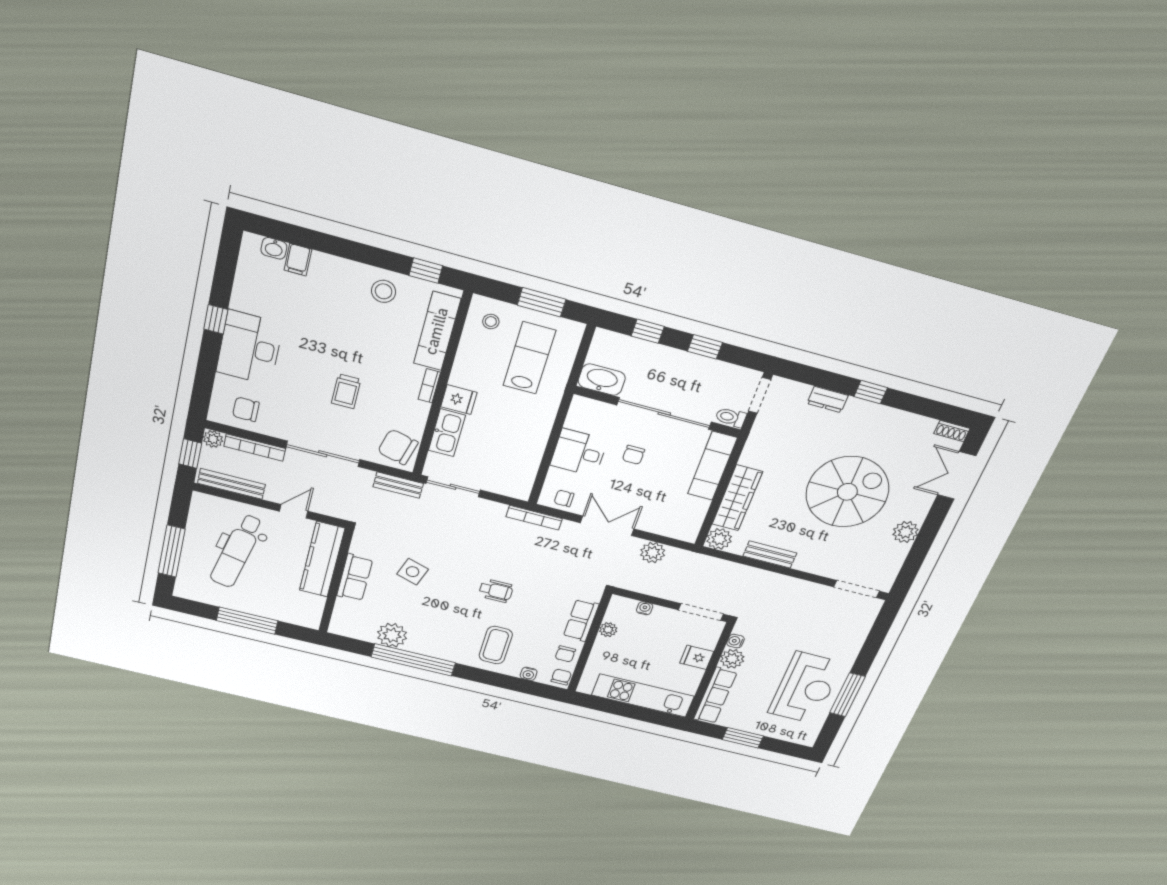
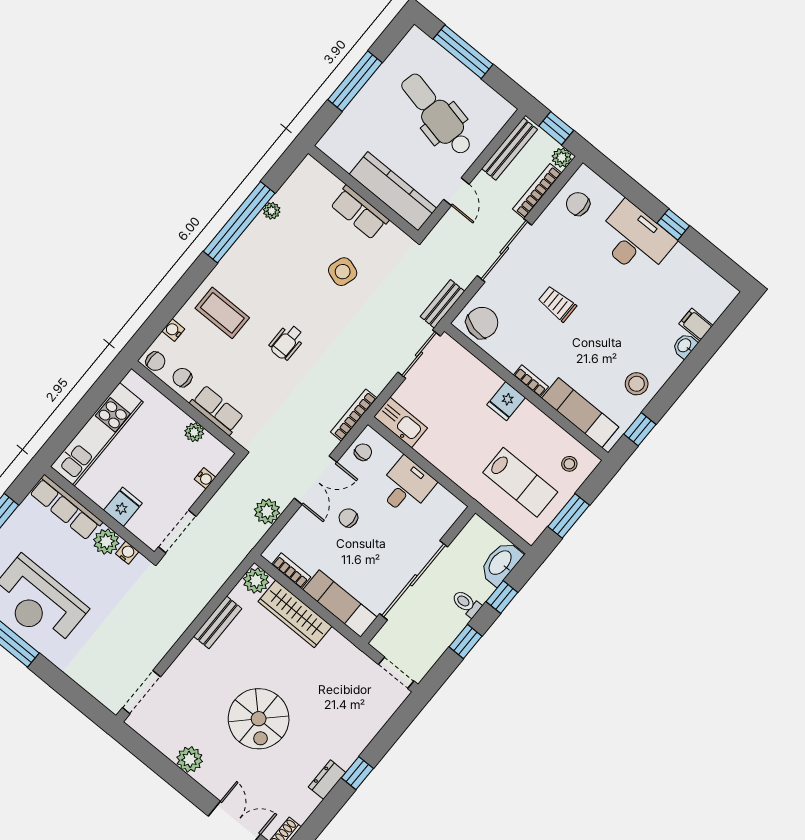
washbasin: (274, 248) -> (685, 346), moved
washbasin: (602, 380) -> (501, 563), moved, turned 180
dresser: (828, 399) -> (327, 780), moved
chair: (246, 409) -> (578, 204), turned -90
toilet: (731, 417) -> (466, 603), moved, turned -90
kitchen sink: (447, 433) -> (401, 422), moved, turned 180
chair: (634, 455) -> (348, 518), moved
spiral stairs: (847, 492) -> (259, 719), width x0.73, depth x0.73
bookcase: (698, 515) -> (291, 571), added
plant: (392, 635) -> (272, 211), width x0.53, depth x0.53

